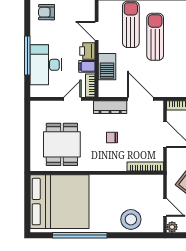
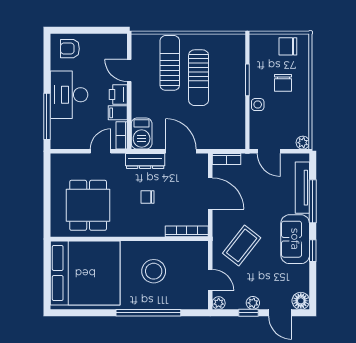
sun lounger: (155, 37) -> (199, 78), turned 180
window: (27, 56) -> (47, 116), moved
desk: (46, 65) -> (69, 95), moved
barbecue: (107, 67) -> (142, 133), moved
stool: (131, 219) -> (154, 271), moved
window: (80, 235) -> (148, 313), moved

